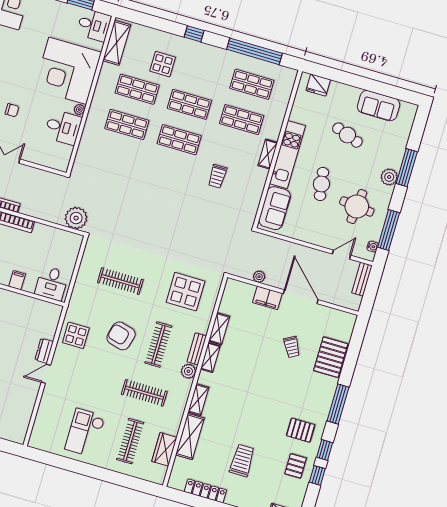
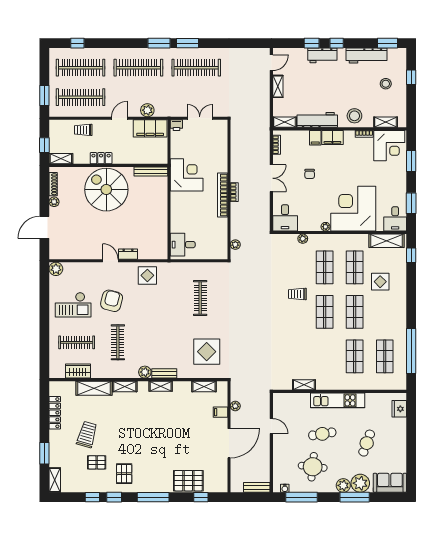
window: (194, 34) -> (411, 255), moved
sofa: (379, 106) -> (390, 483), moved, turned 90
desk: (63, 127) -> (285, 218), moved
plant: (86, 140) -> (303, 239), added
shelving: (268, 154) -> (304, 385), moved
plant: (392, 156) -> (360, 483), added
trolley: (217, 176) -> (297, 294), moved
sofa: (275, 208) -> (293, 403), removed
plant: (76, 218) -> (235, 245), width x0.53, depth x0.53
door: (341, 255) -> (271, 426), moved
filing cabinet: (17, 280) -> (177, 217), removed
filing cabinet: (267, 298) -> (220, 412), width x0.50
shelving: (219, 329) -> (204, 386), moved
armchair: (121, 336) -> (112, 301), moved
clothes rail: (158, 345) -> (159, 342), removed
trolley: (292, 347) -> (188, 448), removed
window: (354, 348) -> (201, 497), added
checkout: (85, 433) -> (73, 305), turned 180
plant: (37, 440) -> (56, 269), added
trolley: (242, 460) -> (87, 435), turned -74
pallet: (296, 466) -> (97, 462), moved

